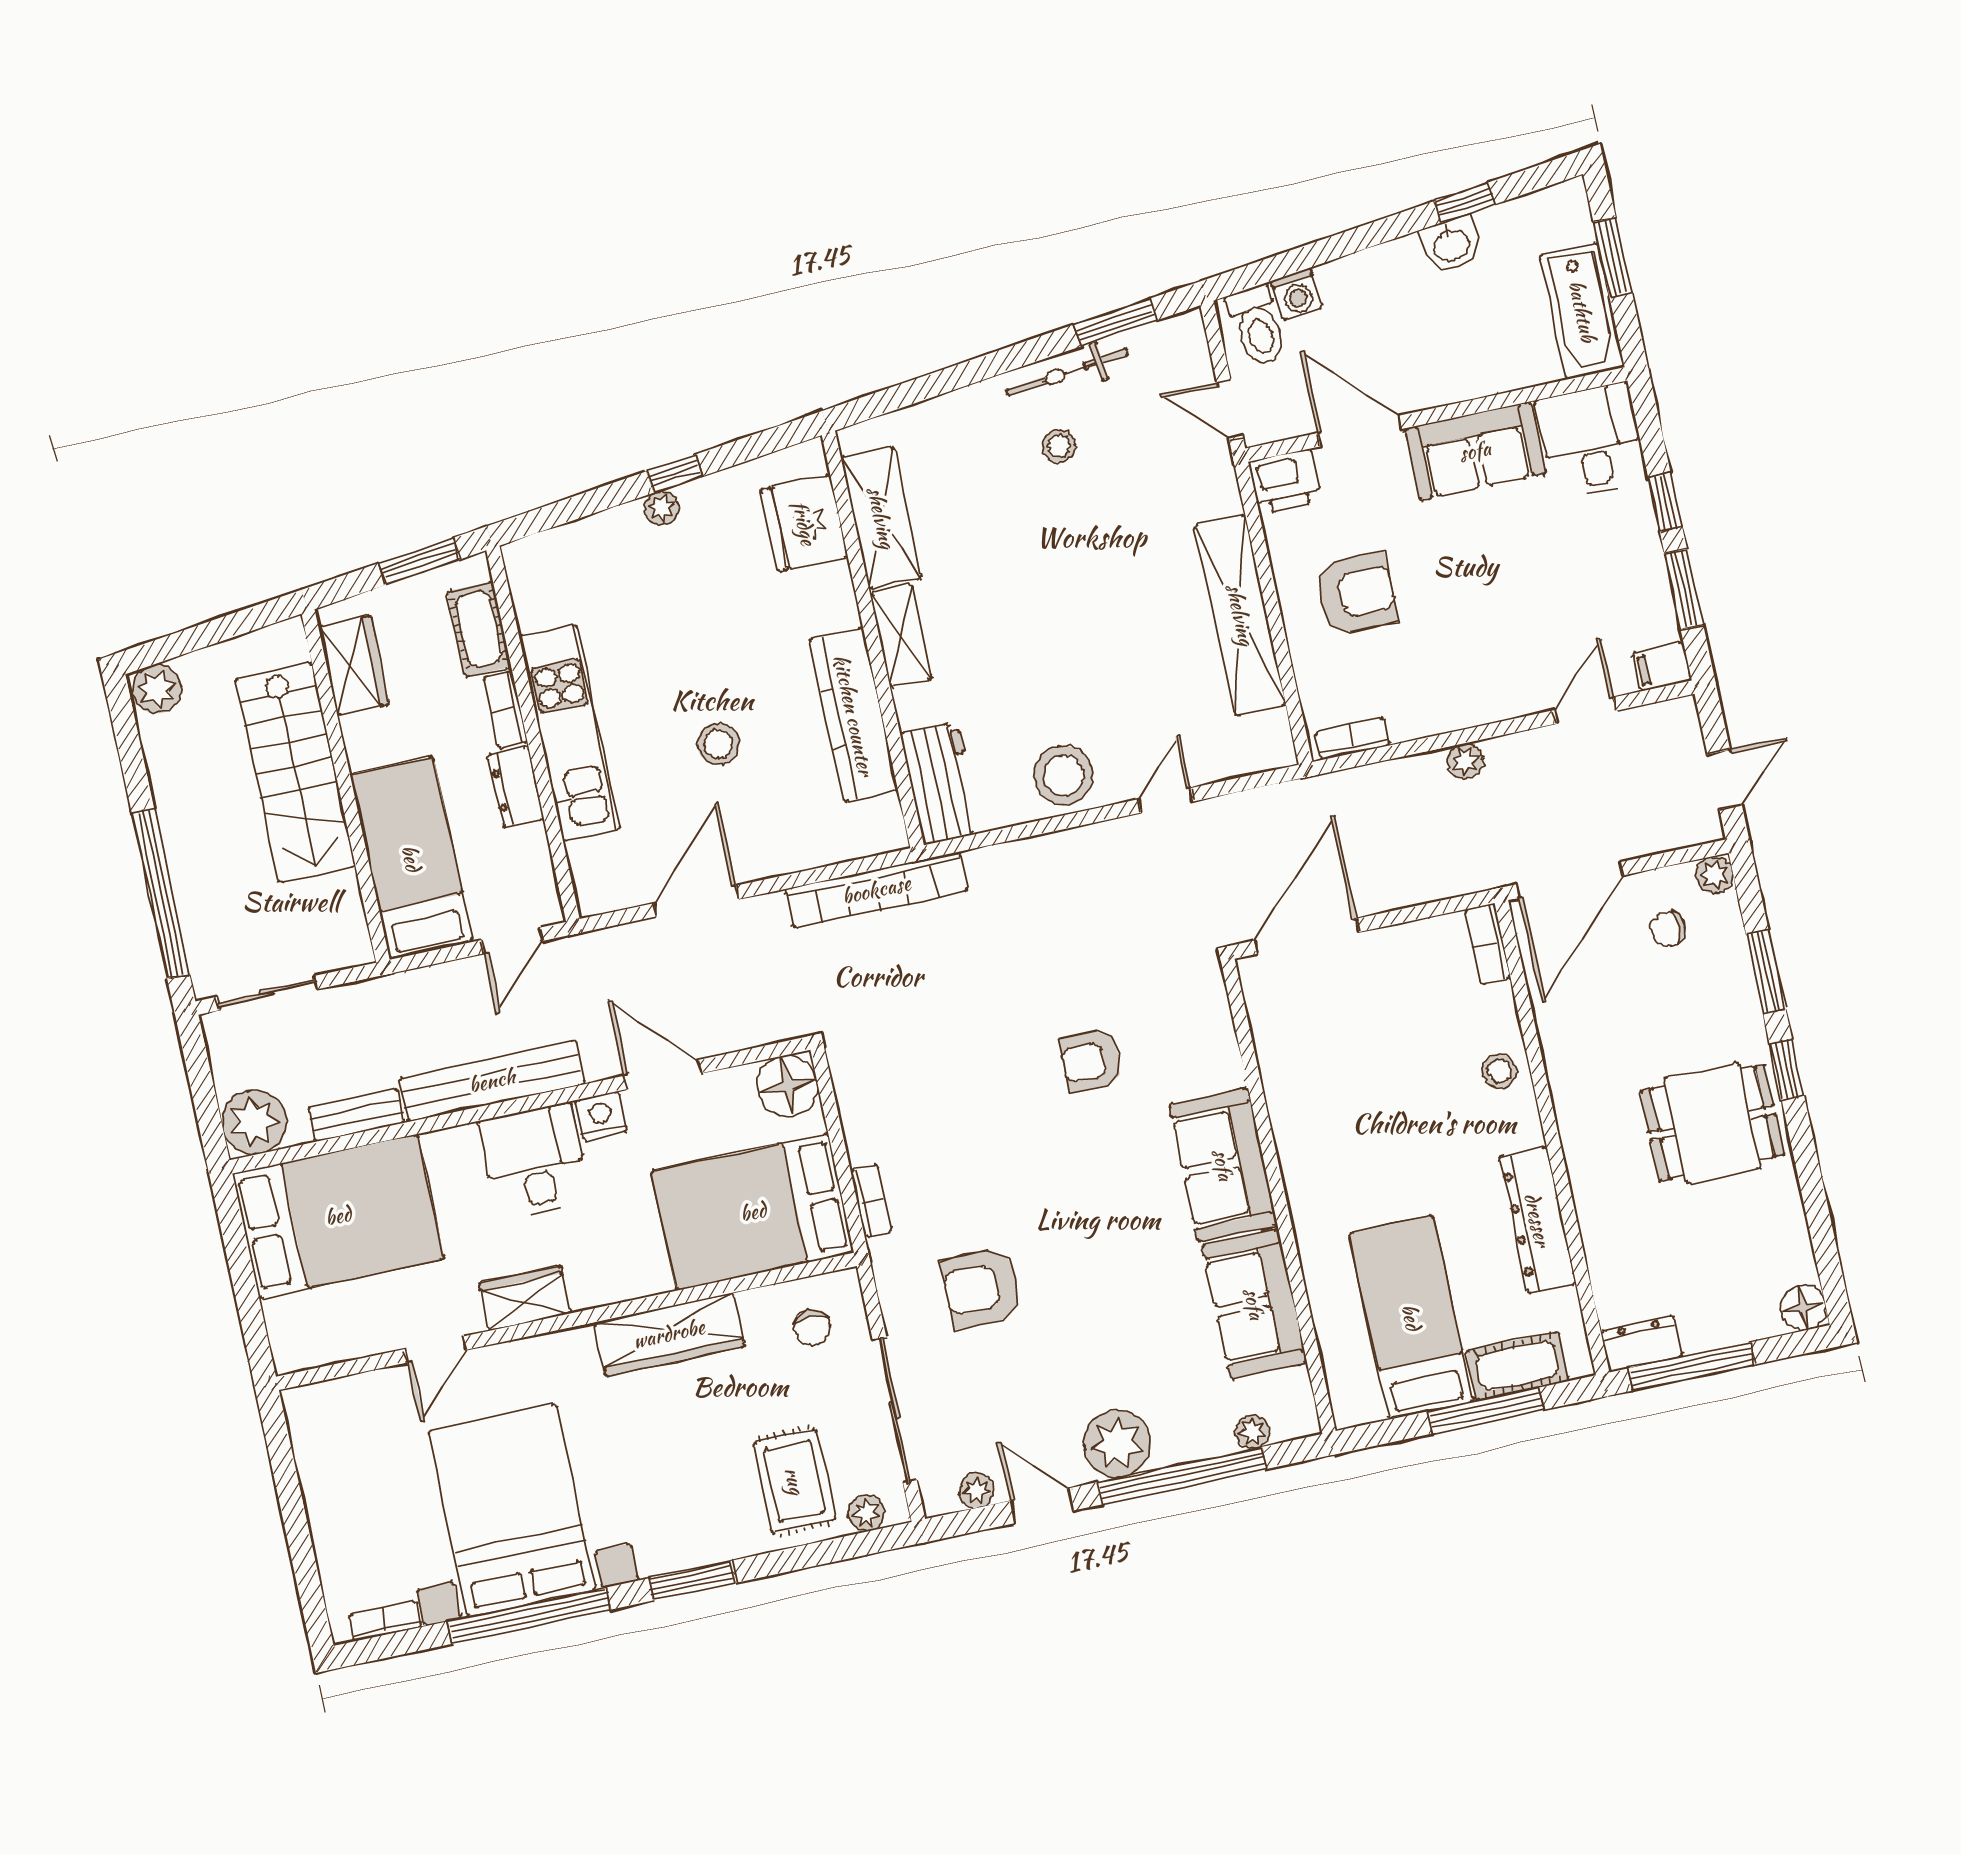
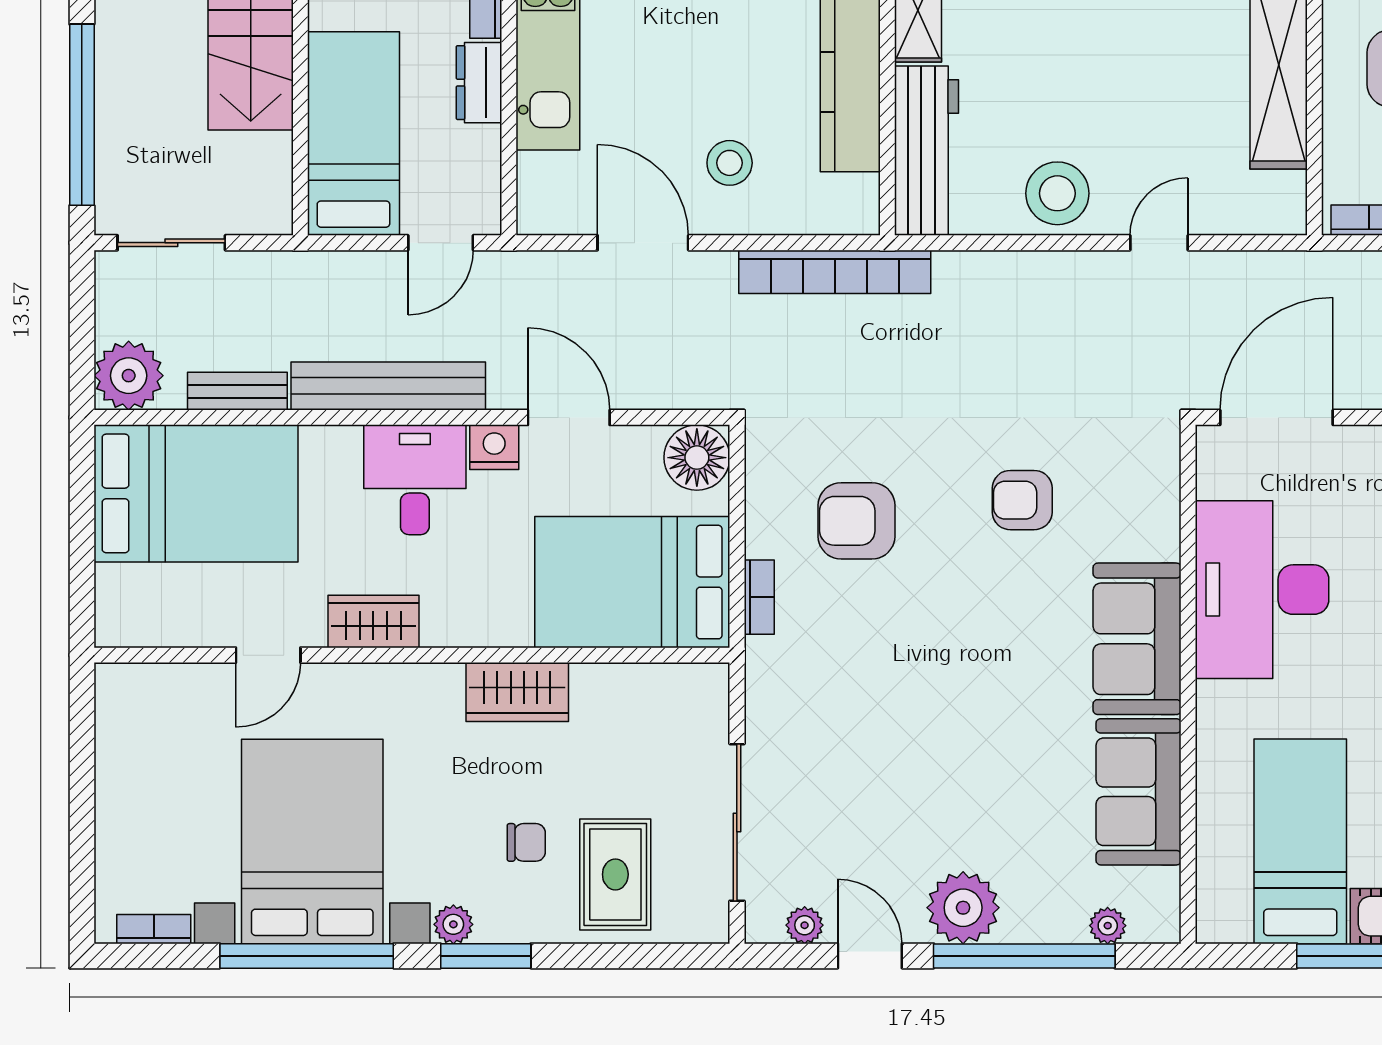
stool: (718, 744) -> (730, 163), moved
workbench: (941, 783) -> (927, 151), width x1.38
door: (696, 901) -> (643, 243), hinge flipped
desk: (1327, 1096) -> (1262, 590), added
armchair: (982, 1288) -> (857, 521), moved
chair: (812, 1328) -> (526, 842), moved, turned -90
wardrobe: (669, 1334) -> (517, 692), width x0.67
plant: (866, 1513) -> (453, 924), moved

